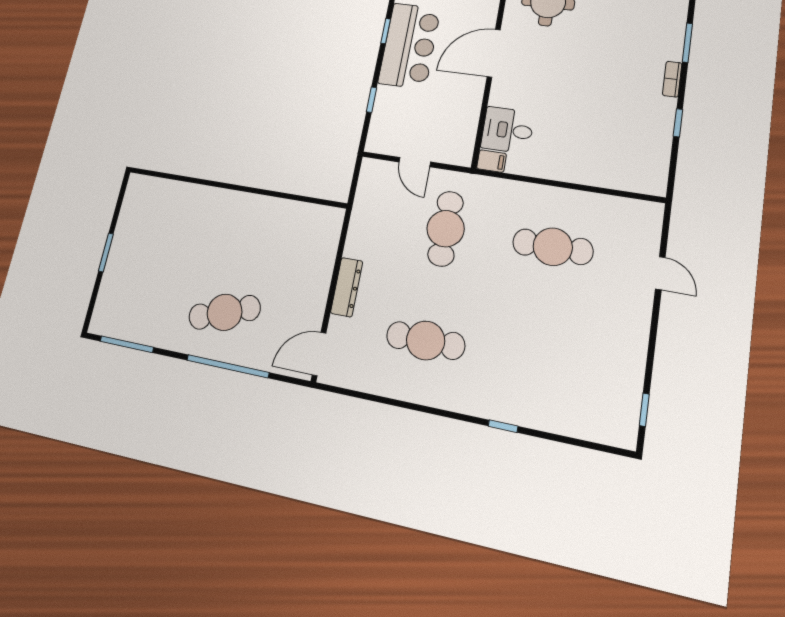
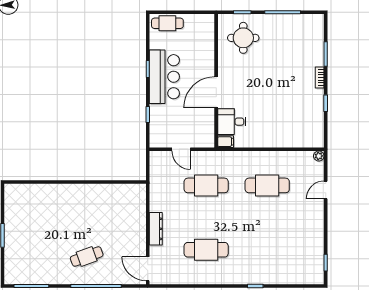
door: (494, 53) -> (216, 92), moved
plant: (655, 211) -> (319, 156), added
cafe table: (446, 229) -> (206, 185), turned 90
door: (660, 273) -> (326, 190), swing flipped
cafe table: (225, 312) -> (87, 256), width x0.73, depth x0.74
door: (319, 354) -> (148, 269), hinge flipped

